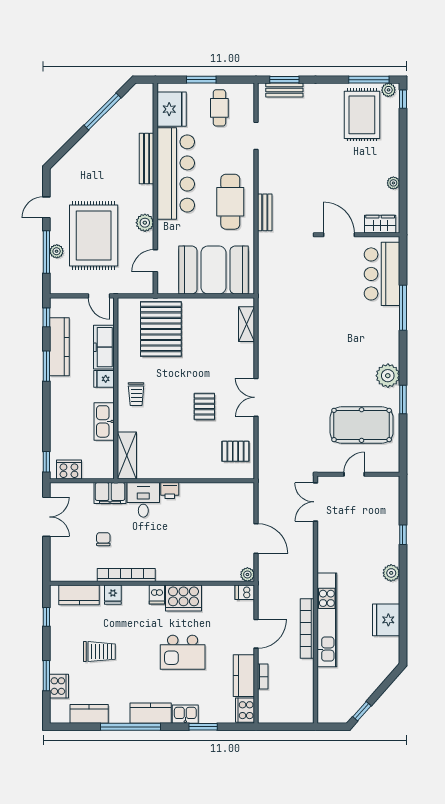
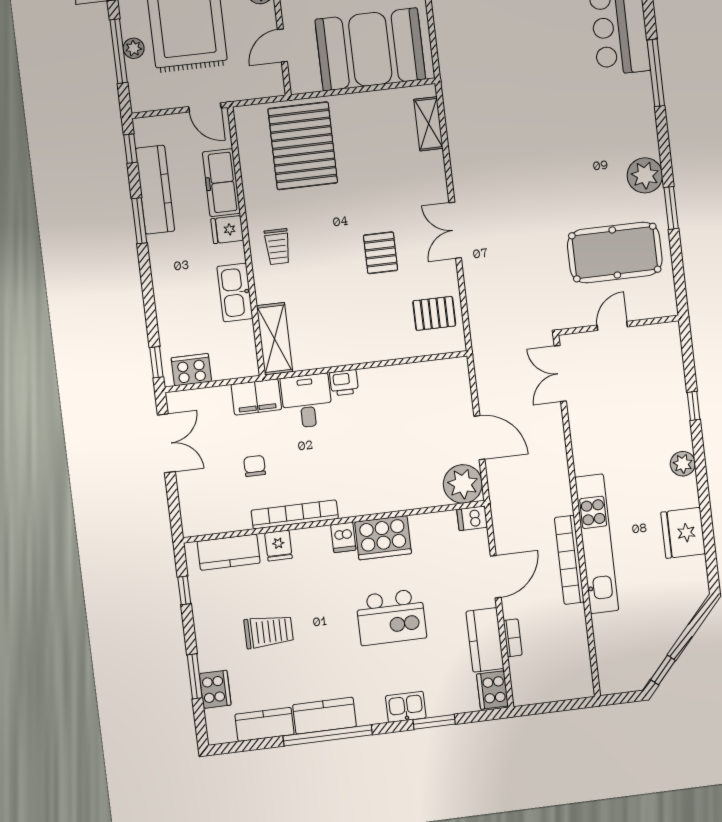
plant: (247, 574) -> (463, 484), width x1.88, depth x1.88
kitchen counter: (151, 713) -> (325, 716), moved

